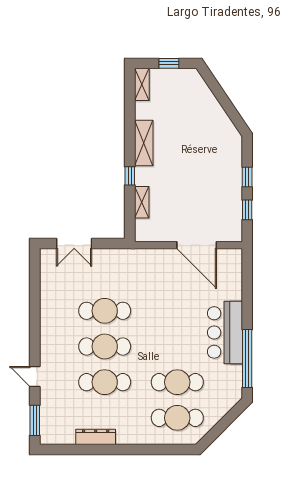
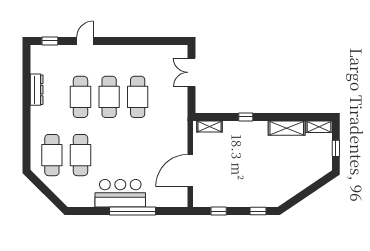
shelving: (144, 143) -> (287, 128), moved
window: (247, 177) -> (258, 211), moved
shelving: (142, 202) -> (209, 127), moved
window: (247, 358) -> (133, 211), moved
window: (35, 420) -> (50, 41), width x0.67

